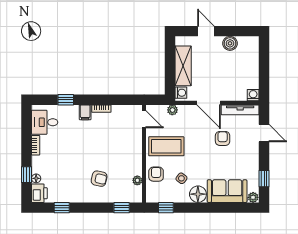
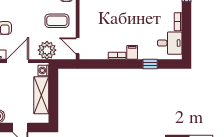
door: (209, 103) -> (18, 61), hinge flipped
plant: (172, 110) -> (47, 50), width x1.87, depth x1.87
coffee table: (166, 146) -> (57, 21), width x0.73, depth x0.76

